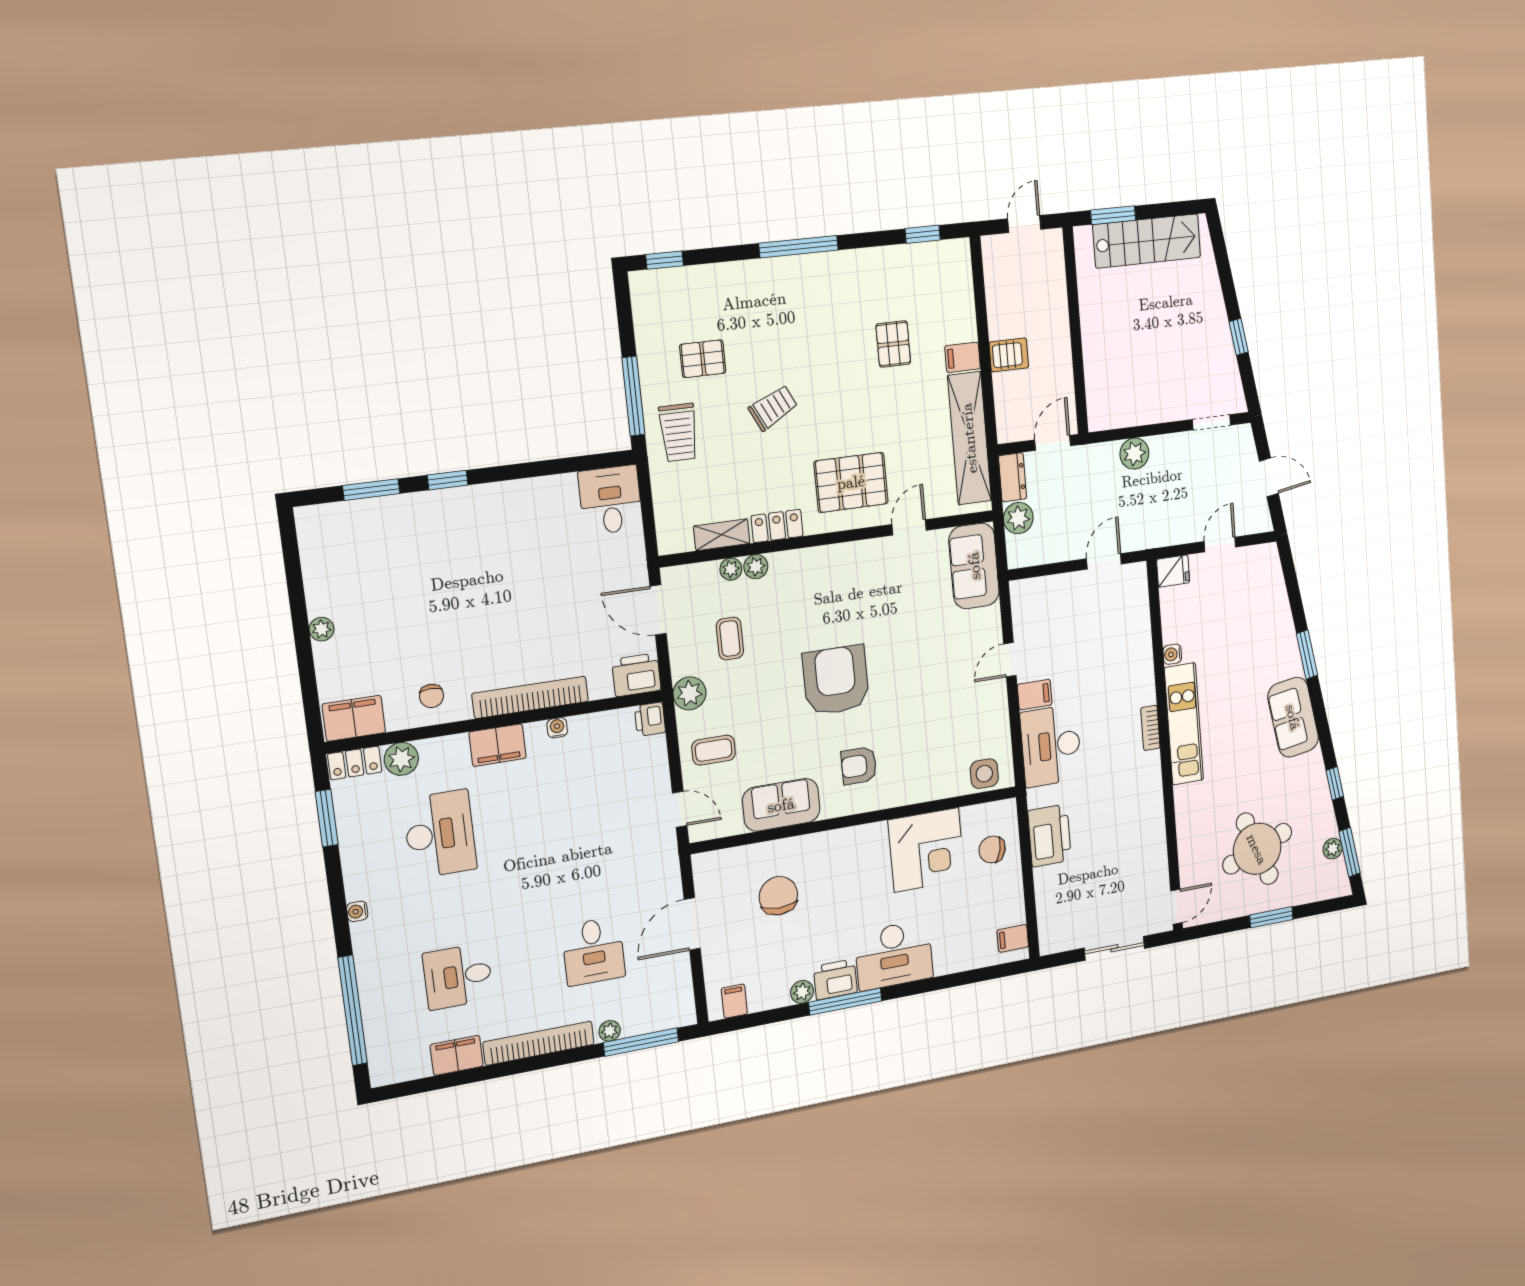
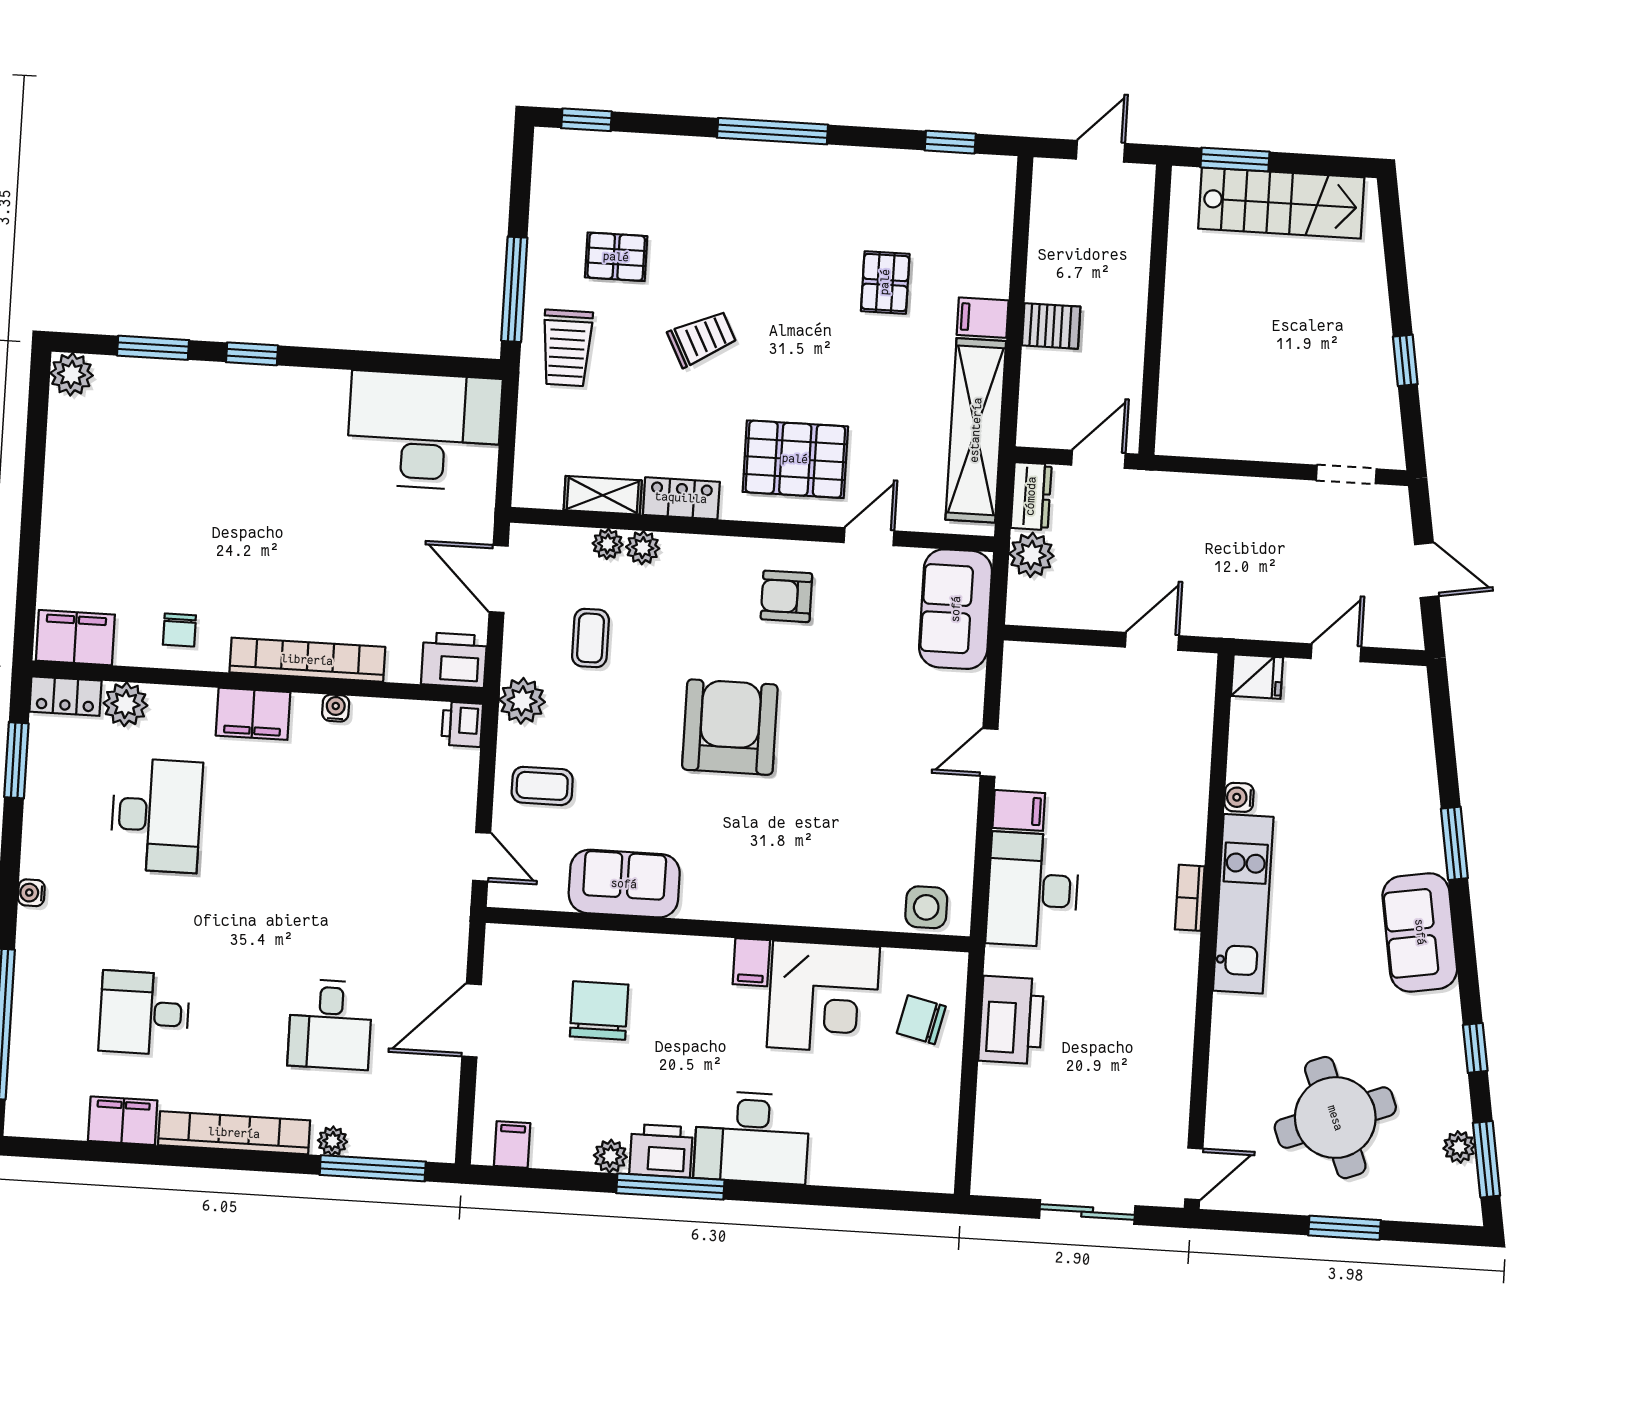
plant: (1134, 454) -> (1220, 497), removed
desk: (611, 500) -> (424, 431), width x1.87, depth x1.30
plant: (322, 629) -> (71, 374), moved, width x1.38, depth x1.38
armchair: (859, 766) -> (786, 596), moved
filing cabinet: (1013, 938) -> (751, 962), moved, turned -90

